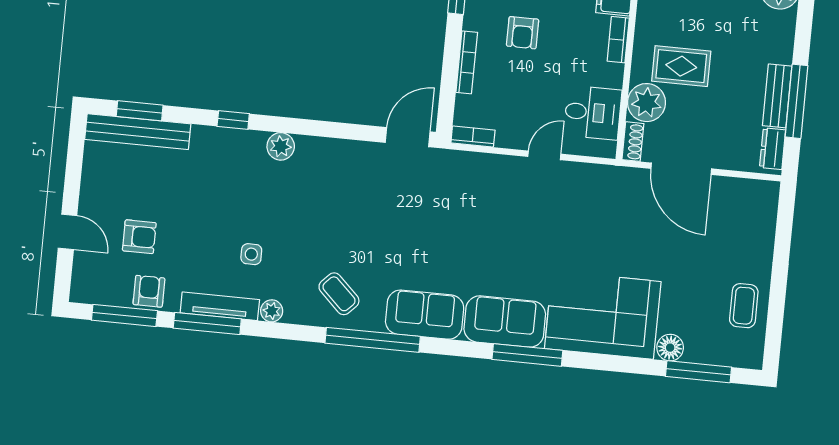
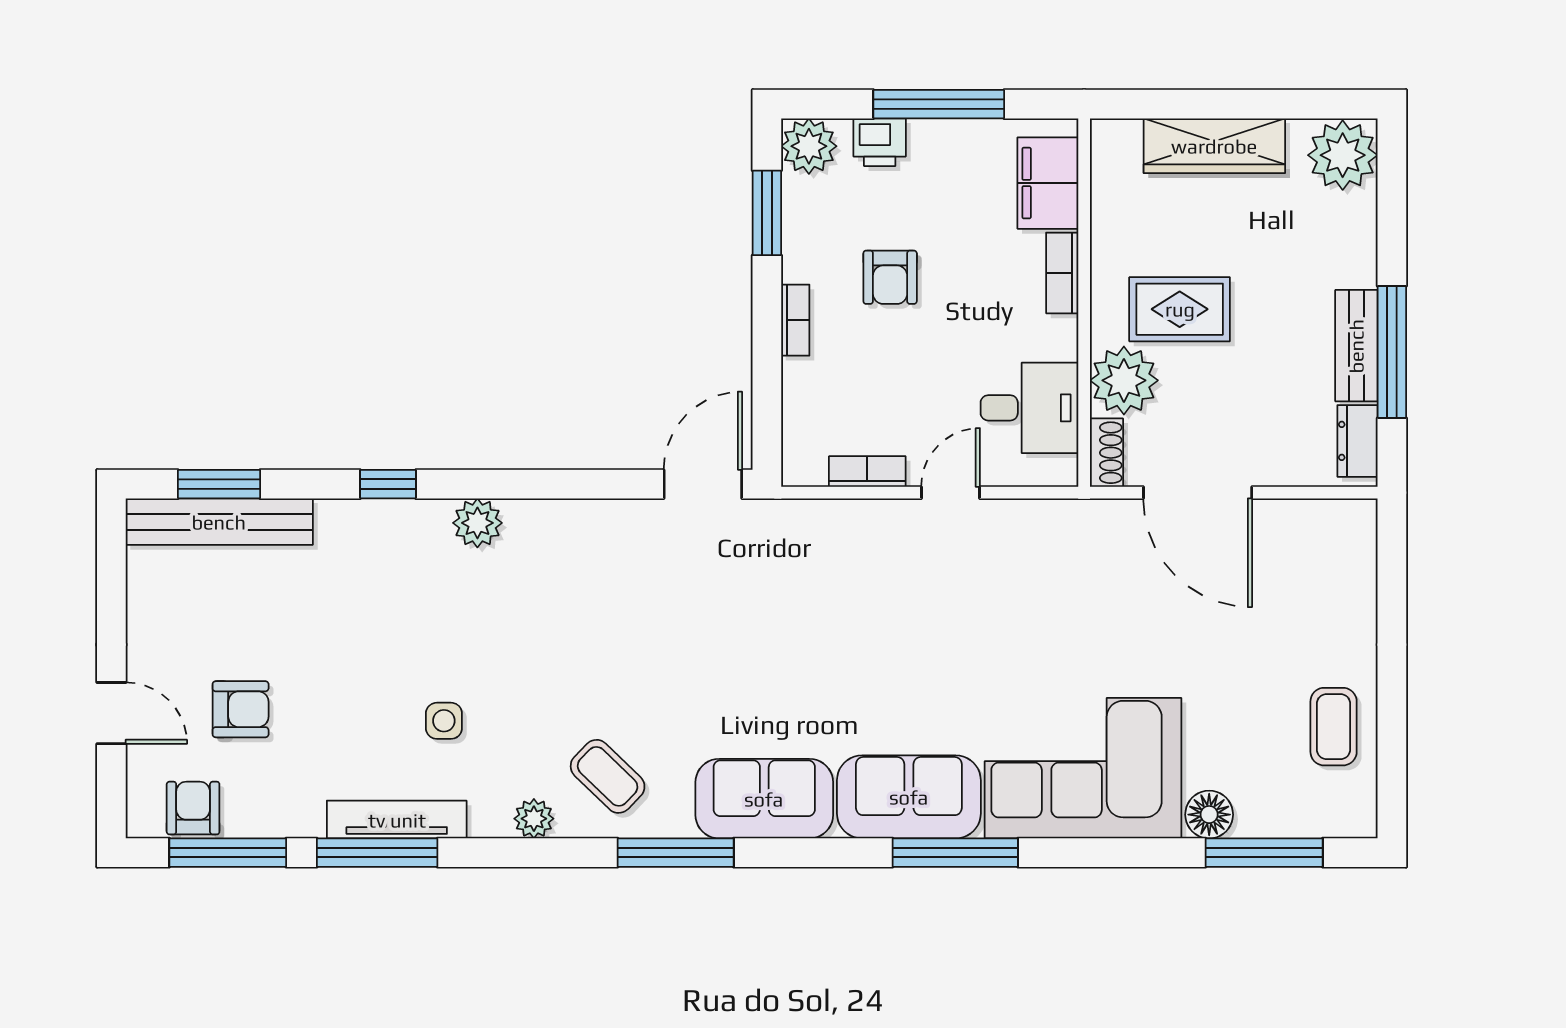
bookcase: (467, 62) -> (795, 320), width x0.64
bookcase: (473, 136) -> (867, 472), moved
armchair: (149, 291) -> (193, 808), moved
plant: (272, 311) -> (534, 819), moved
window: (373, 340) -> (676, 853), width x0.68

